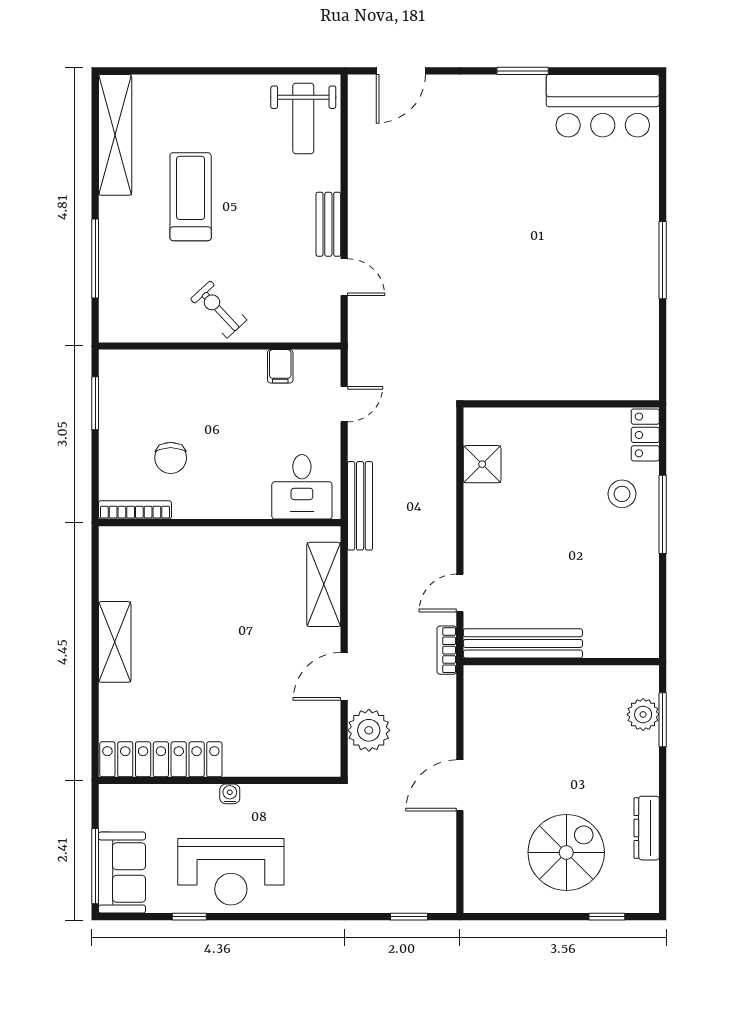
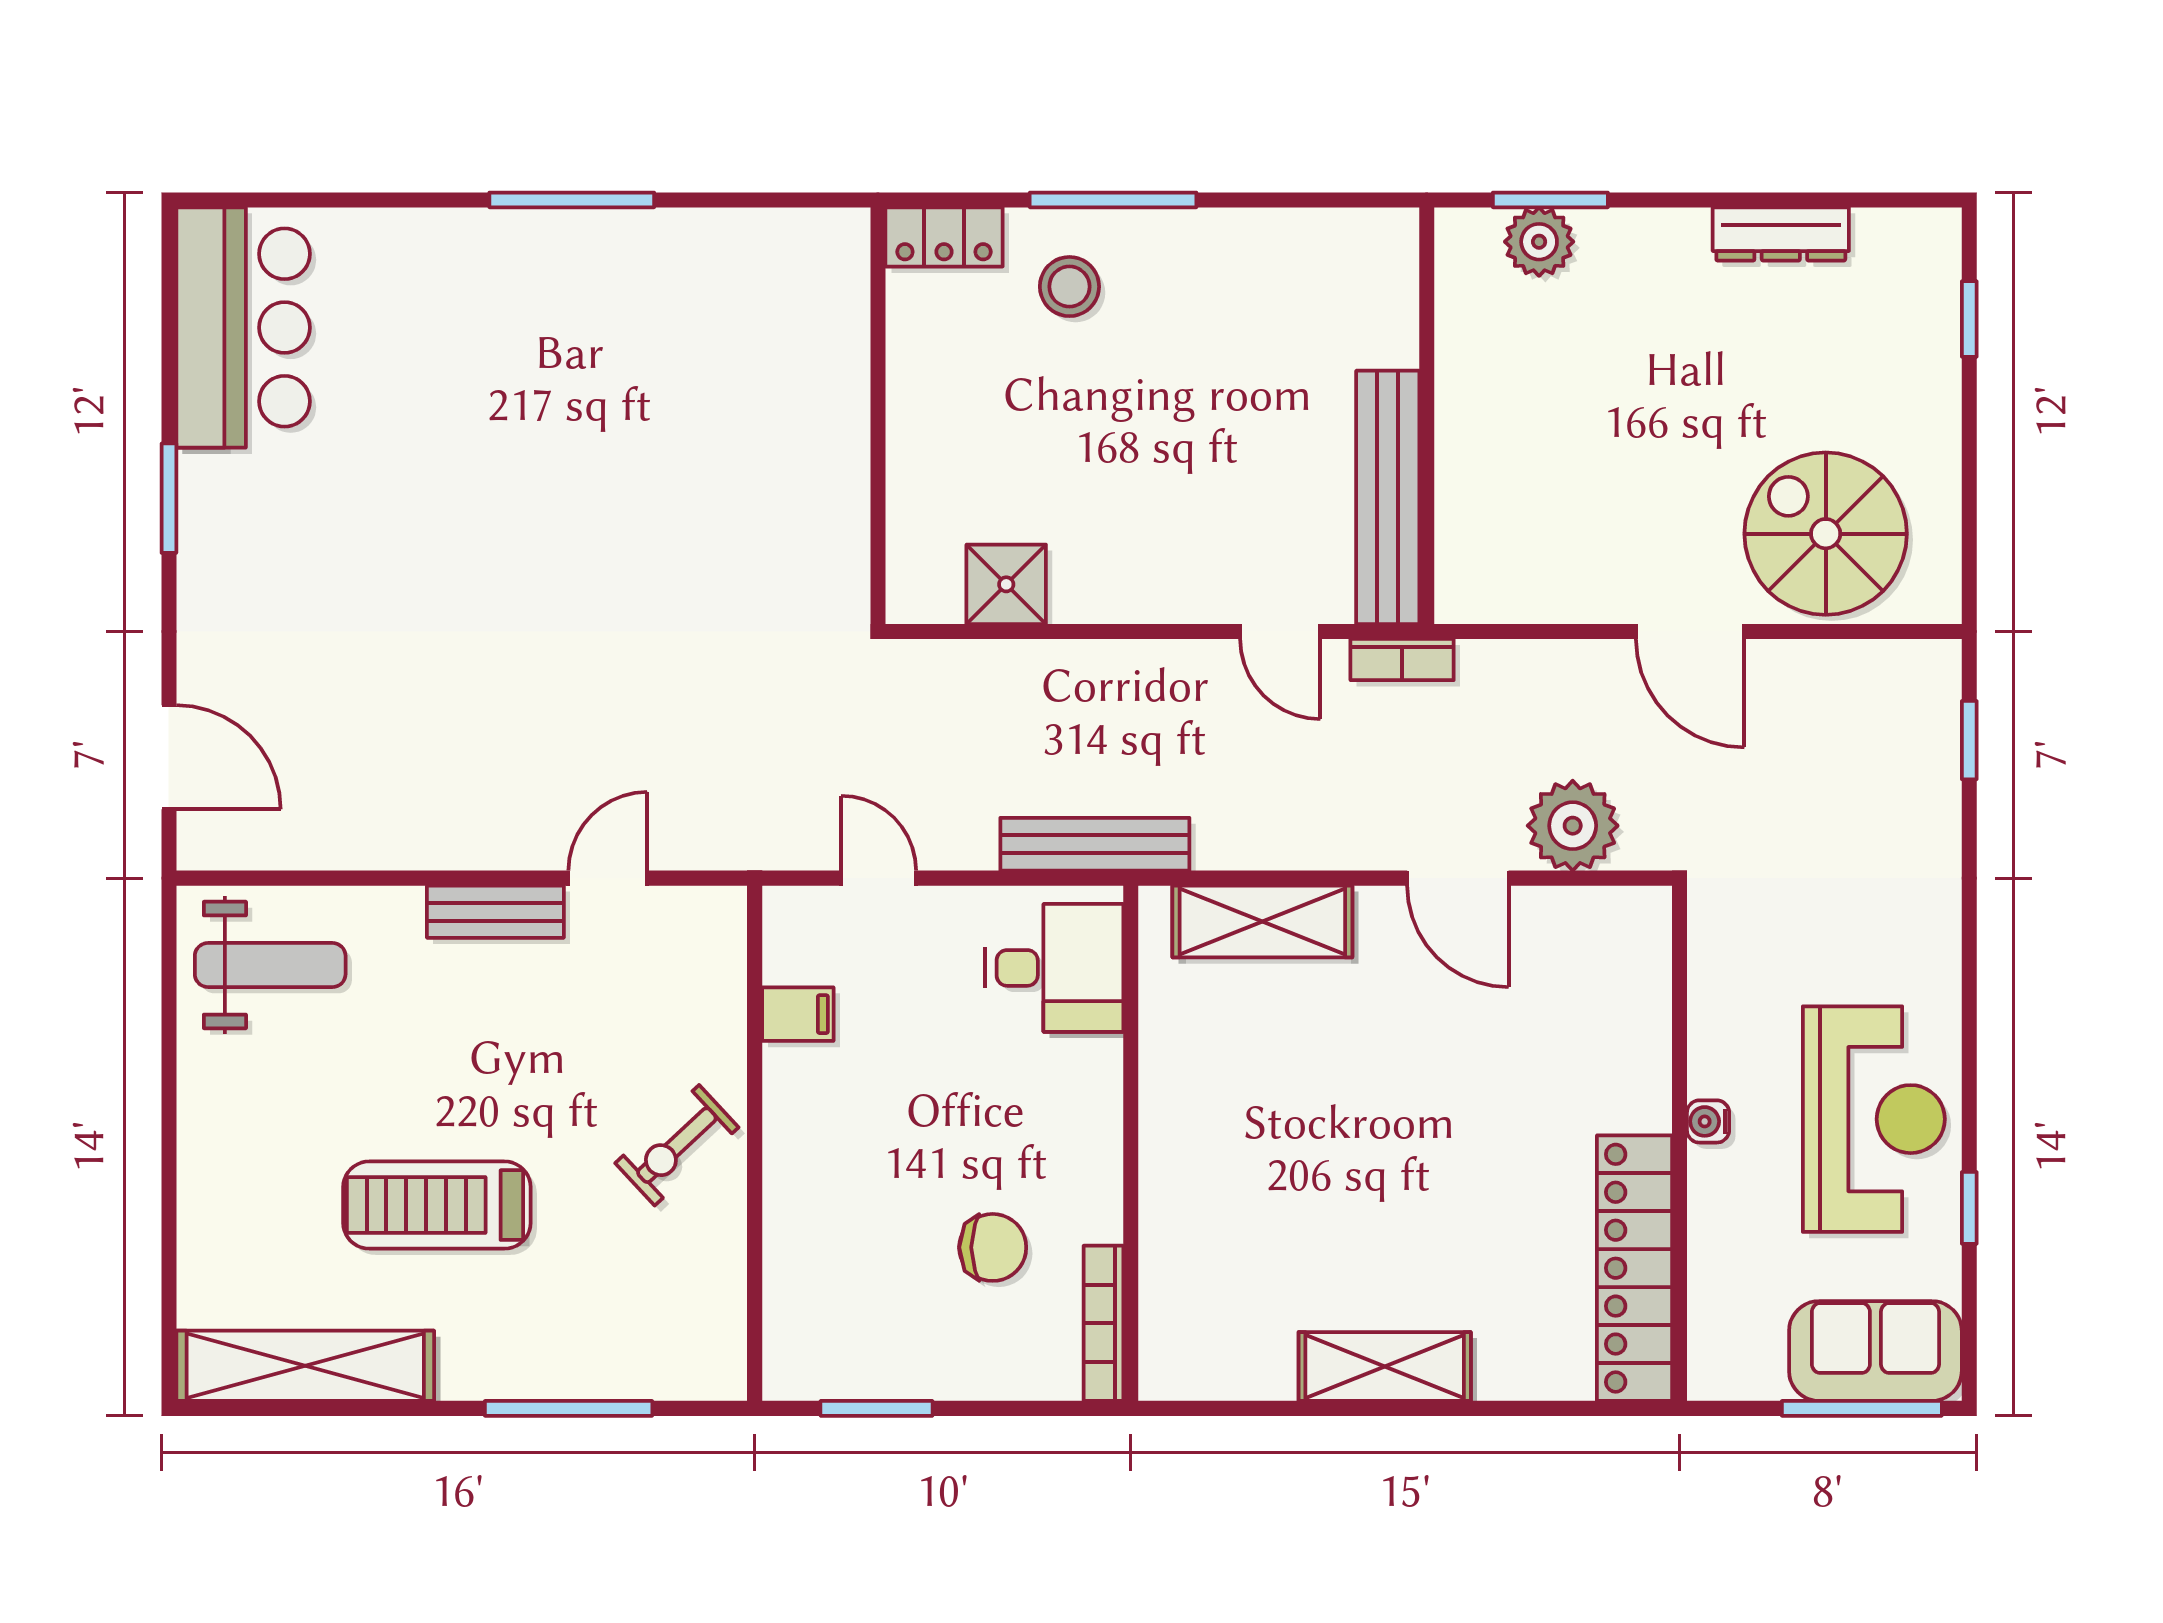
spiral stairs: (566, 852) -> (1826, 534), moved

